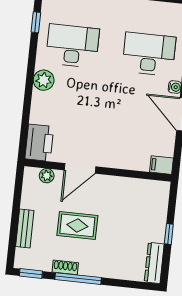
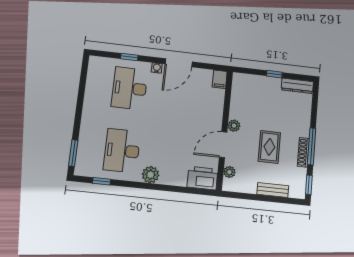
door: (80, 168) -> (223, 145), swing flipped
plant: (103, 182) -> (234, 126), added
shoe rack: (65, 267) -> (303, 152), width x1.43

